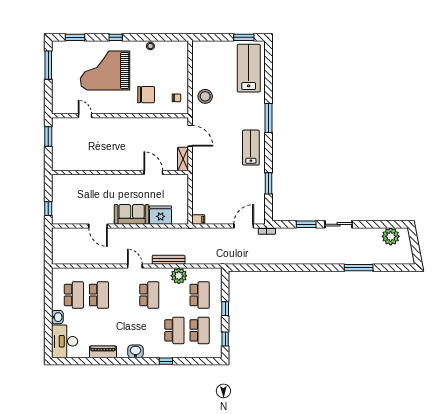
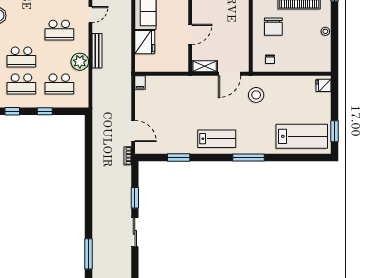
fridge: (201, 48) -> (324, 85), added
stool: (205, 96) -> (256, 95), moved

